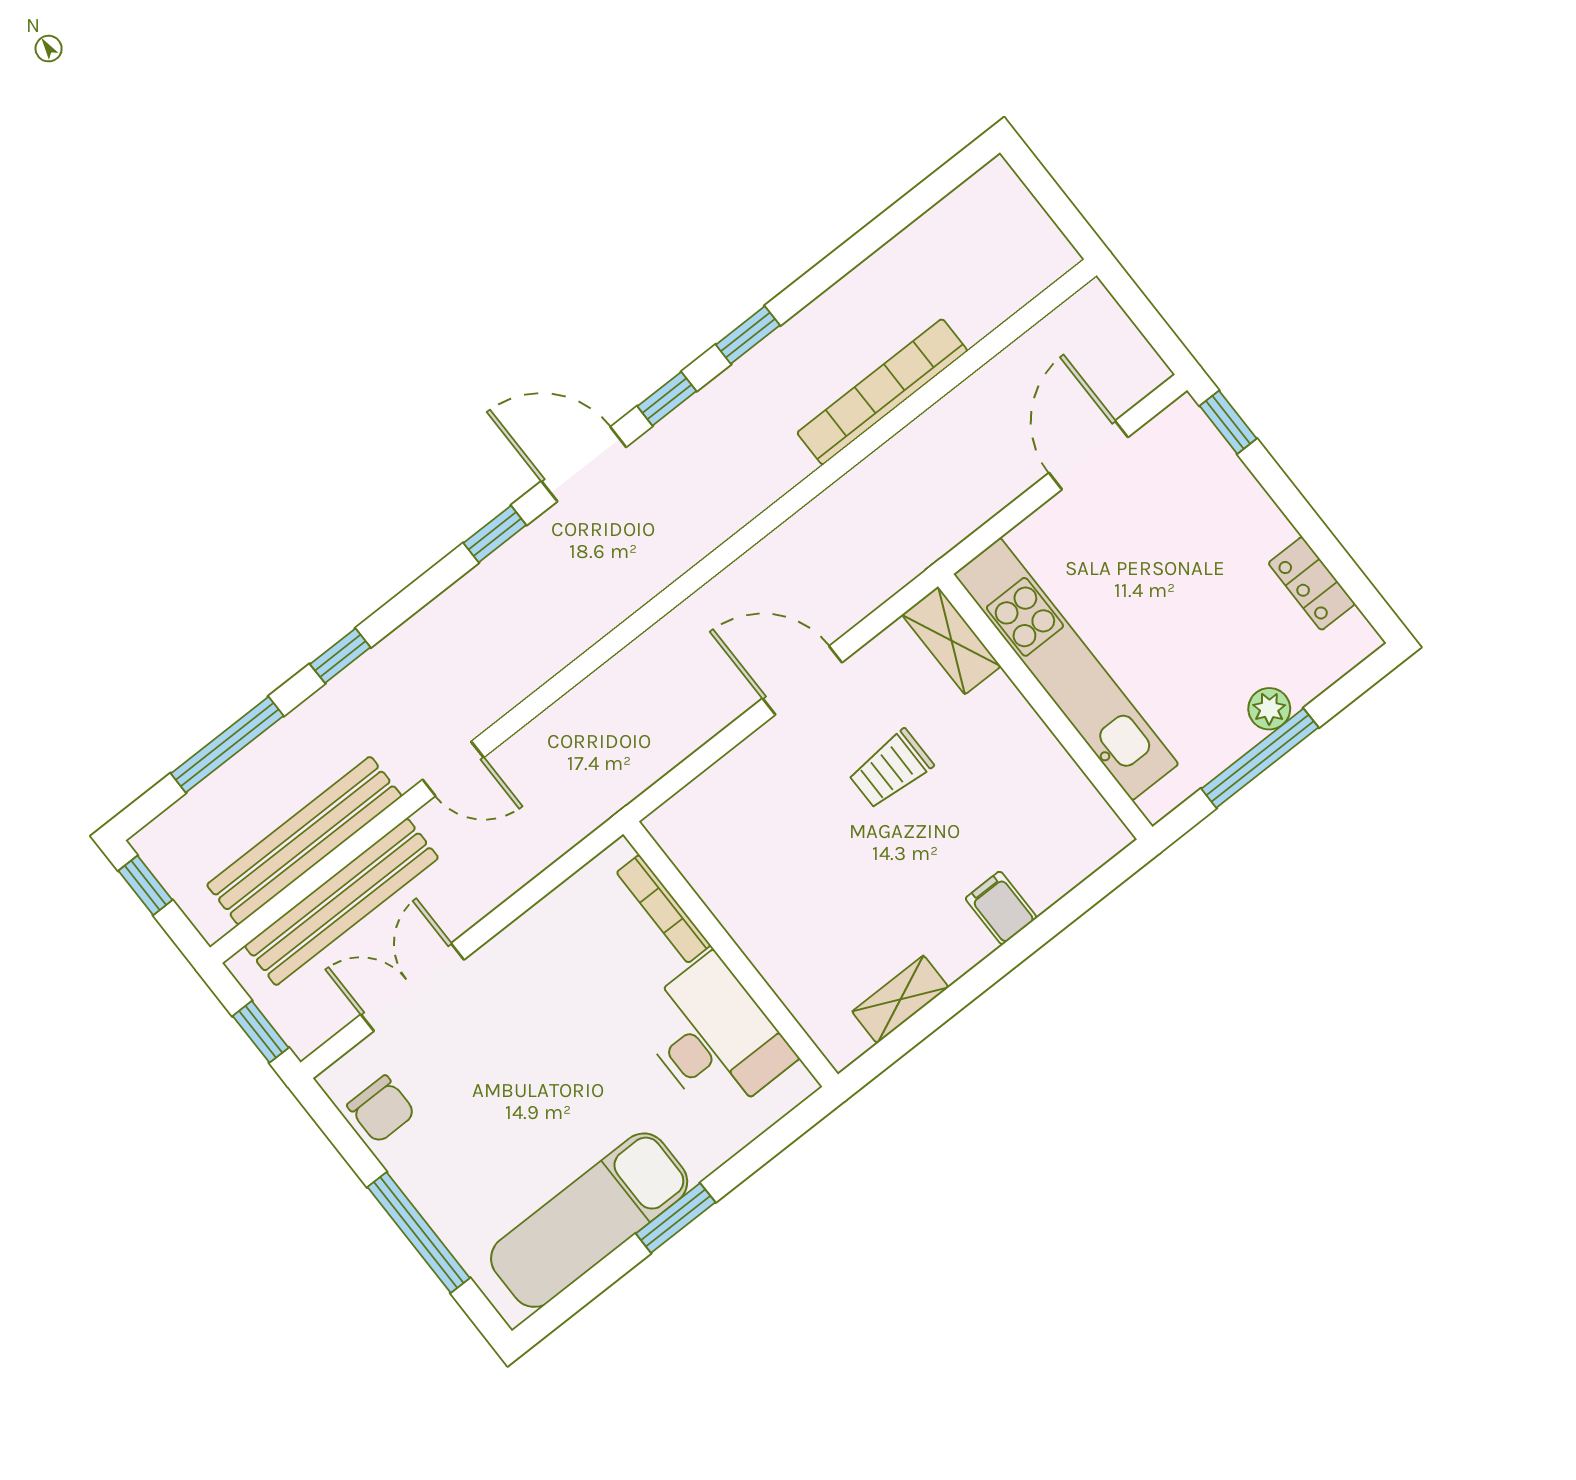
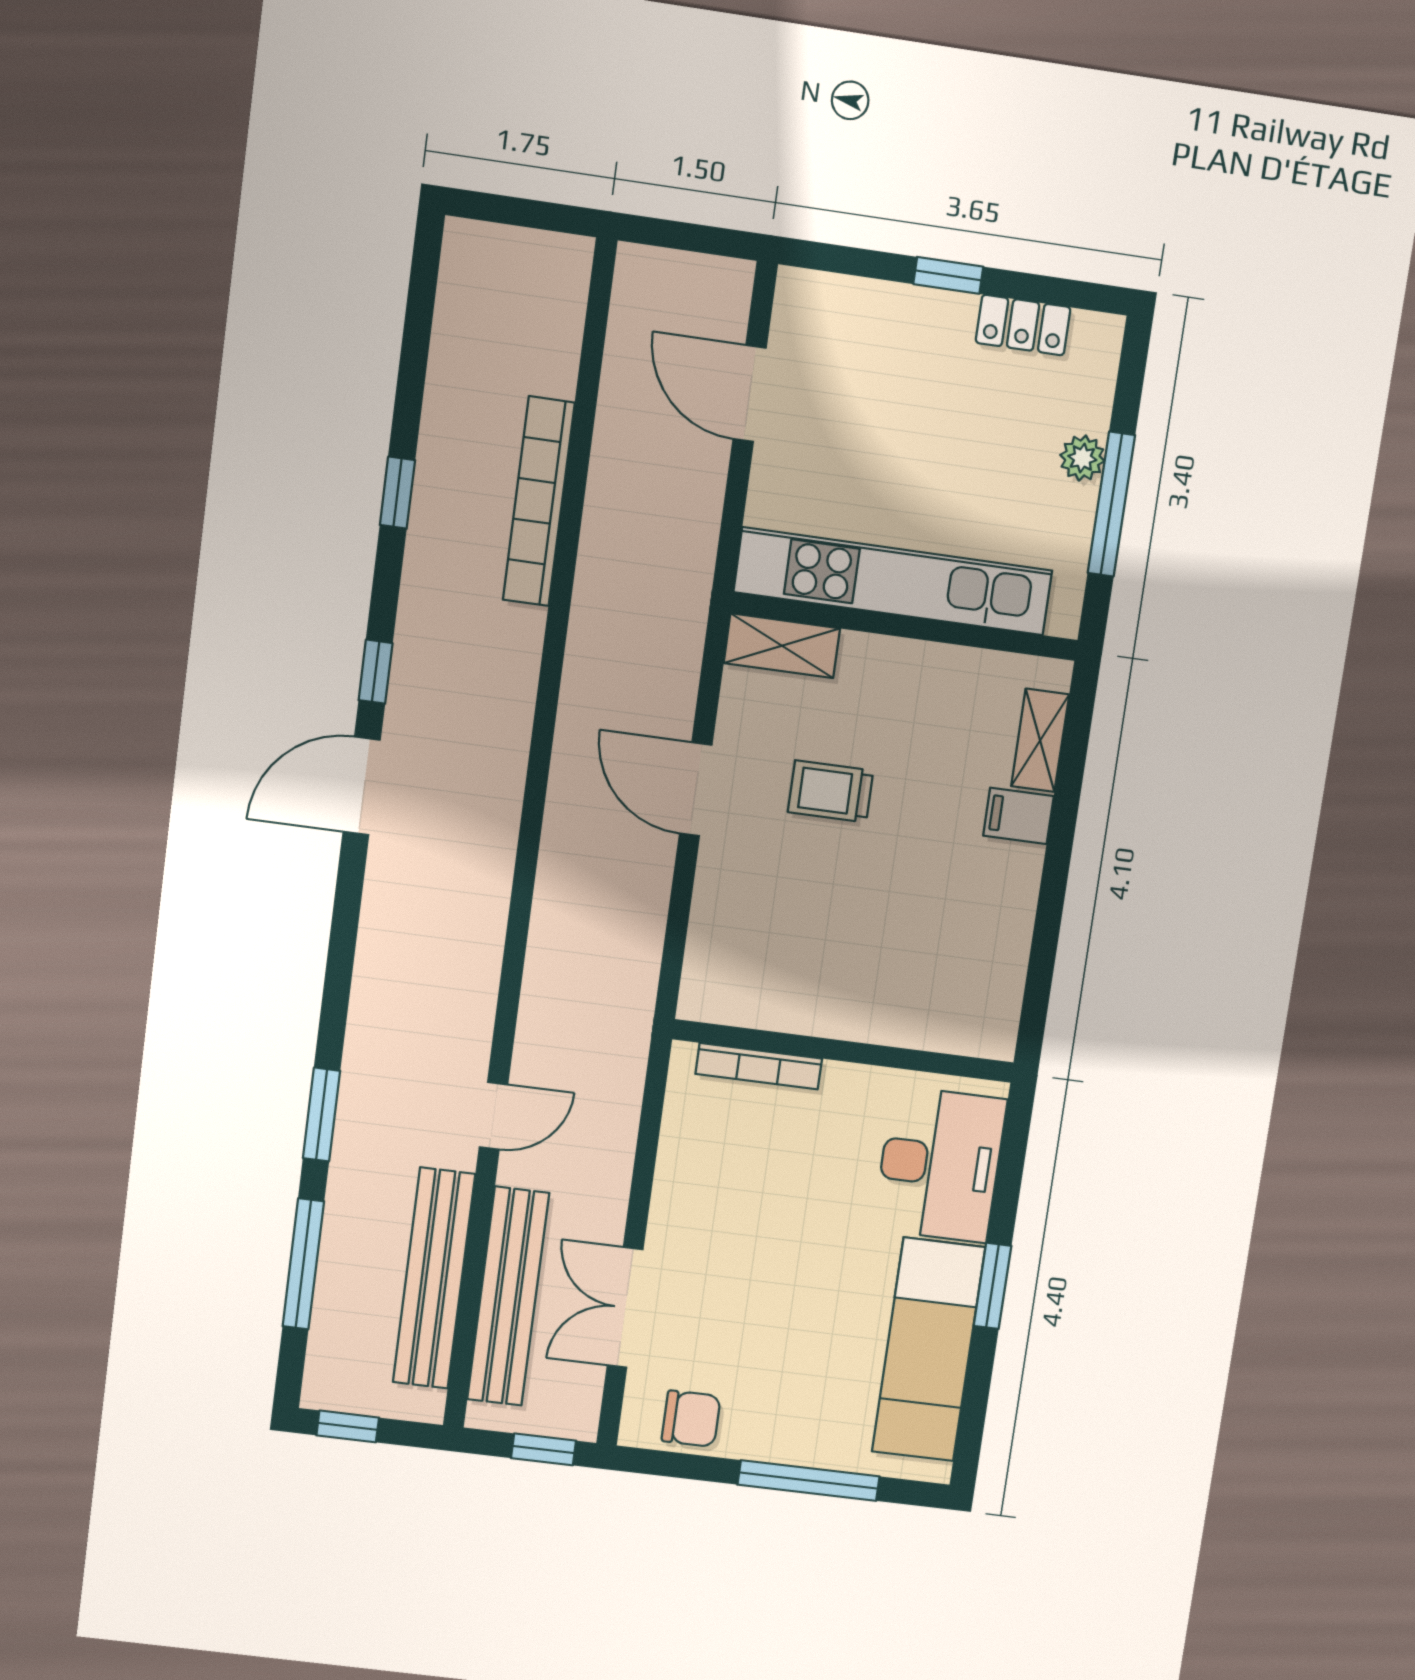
window: (748, 335) -> (397, 493), moved
window: (1228, 422) -> (948, 275), moved
window: (495, 534) -> (347, 907), removed
window: (340, 656) -> (322, 1115), width x1.50
door: (802, 680) -> (696, 789), hinge flipped
trolley: (891, 769) -> (831, 791), turned 90
shelving: (900, 999) -> (1040, 740), moved
desk: (714, 1037) -> (940, 1164), moved, turned 90

